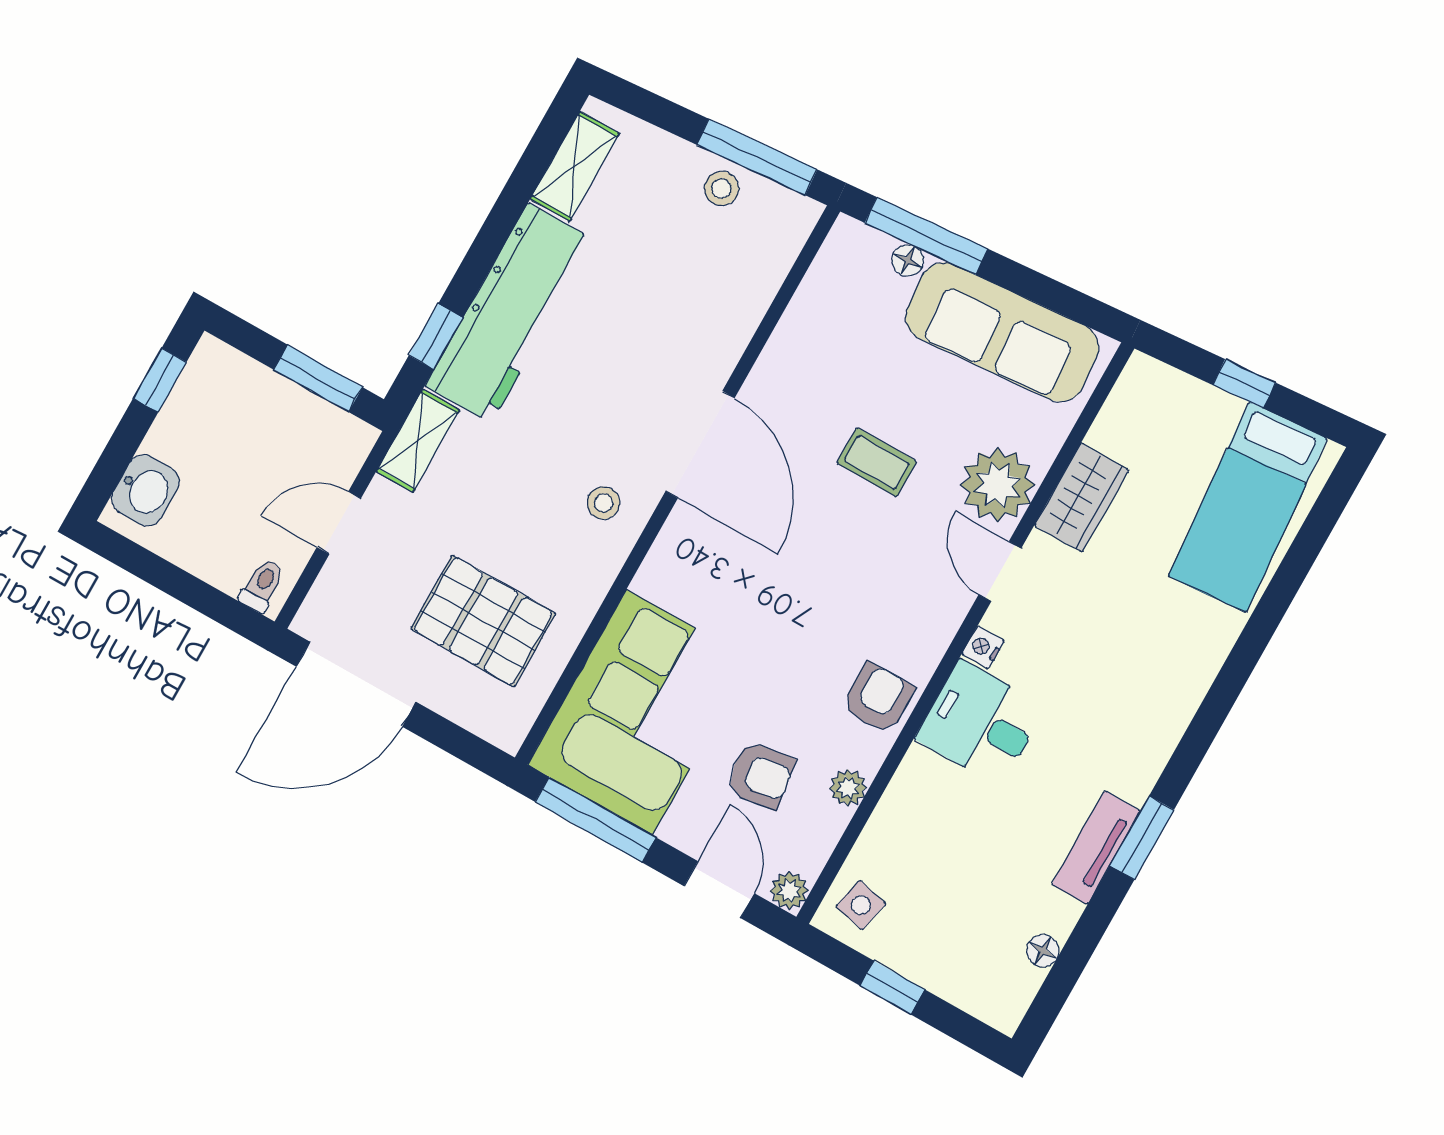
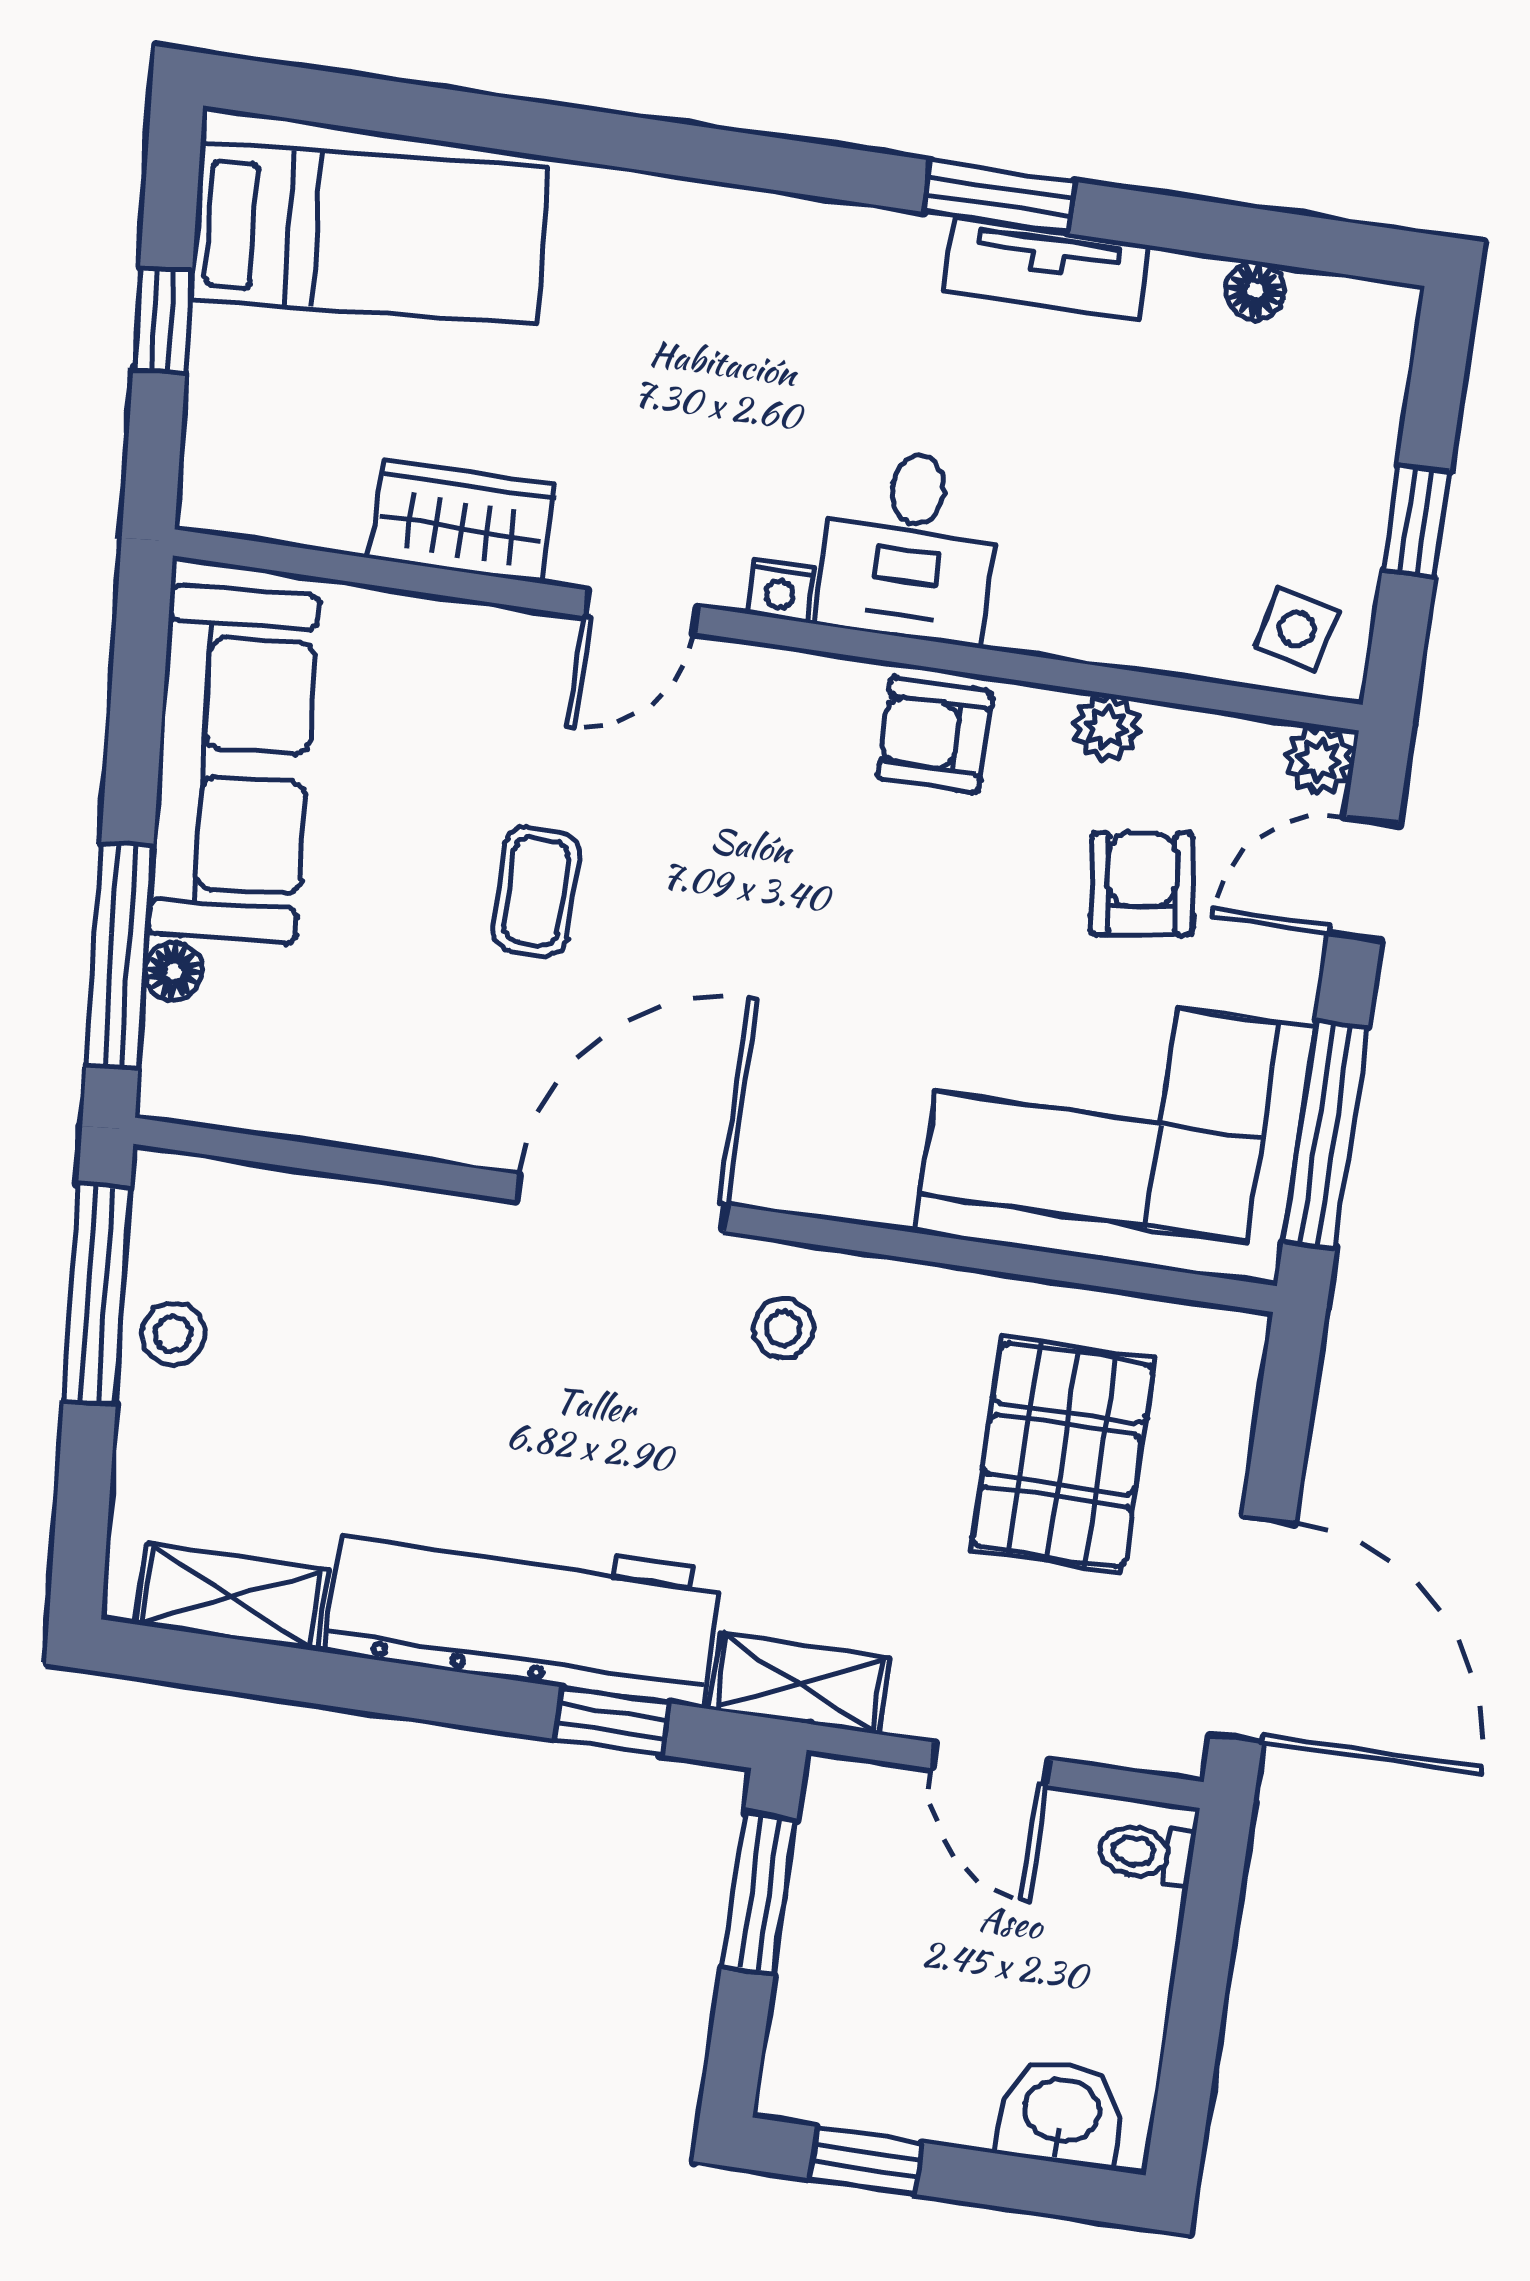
plant: (998, 485) -> (495, 672), removed

